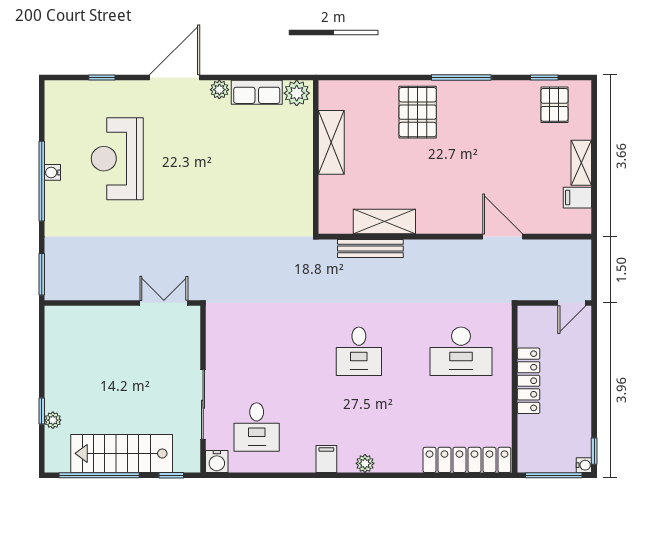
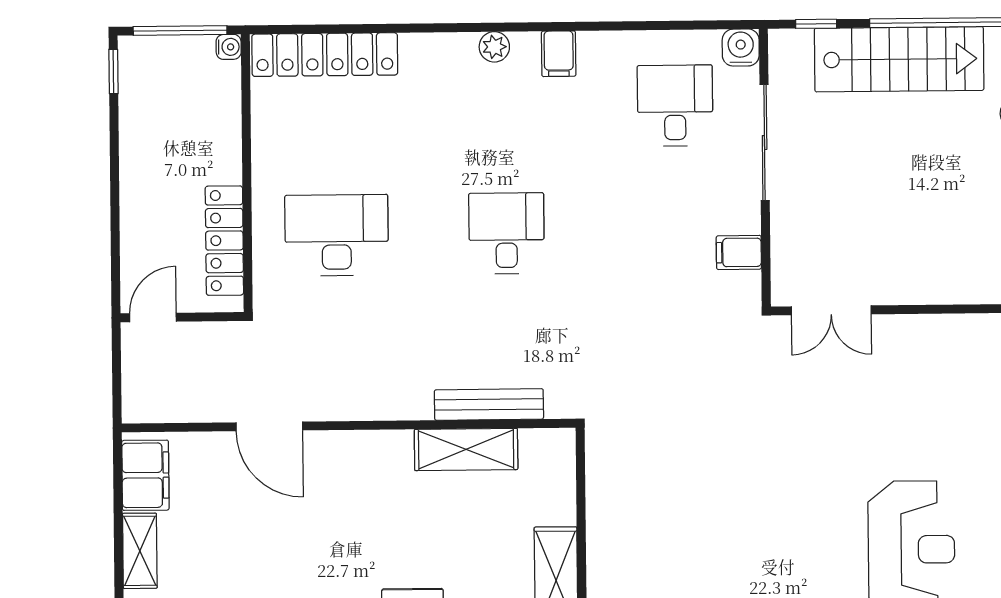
filing cabinet: (577, 198) -> (145, 475), width x2.00
filing cabinet: (219, 338) -> (739, 252), added
locker: (528, 381) -> (224, 241), moved
water cooler: (584, 465) -> (229, 47), moved, turned 180

